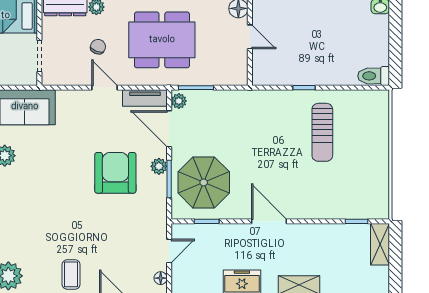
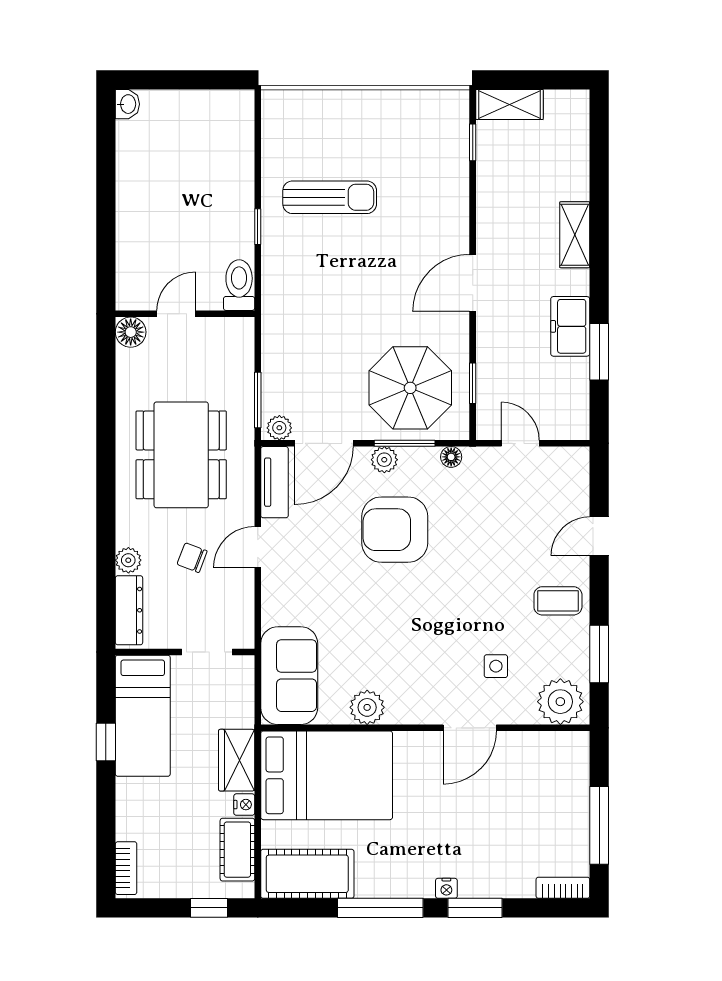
toilet: (374, 76) -> (239, 285), moved, turned 180
side table: (30, 236) -> (496, 666), added
floor lamp: (161, 278) -> (451, 457), moved

